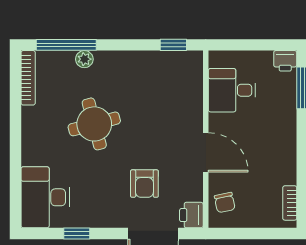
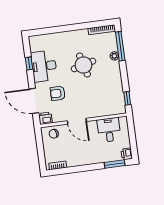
door: (206, 152) -> (77, 121), hinge flipped
desk: (45, 197) -> (44, 66), moved, turned -90

